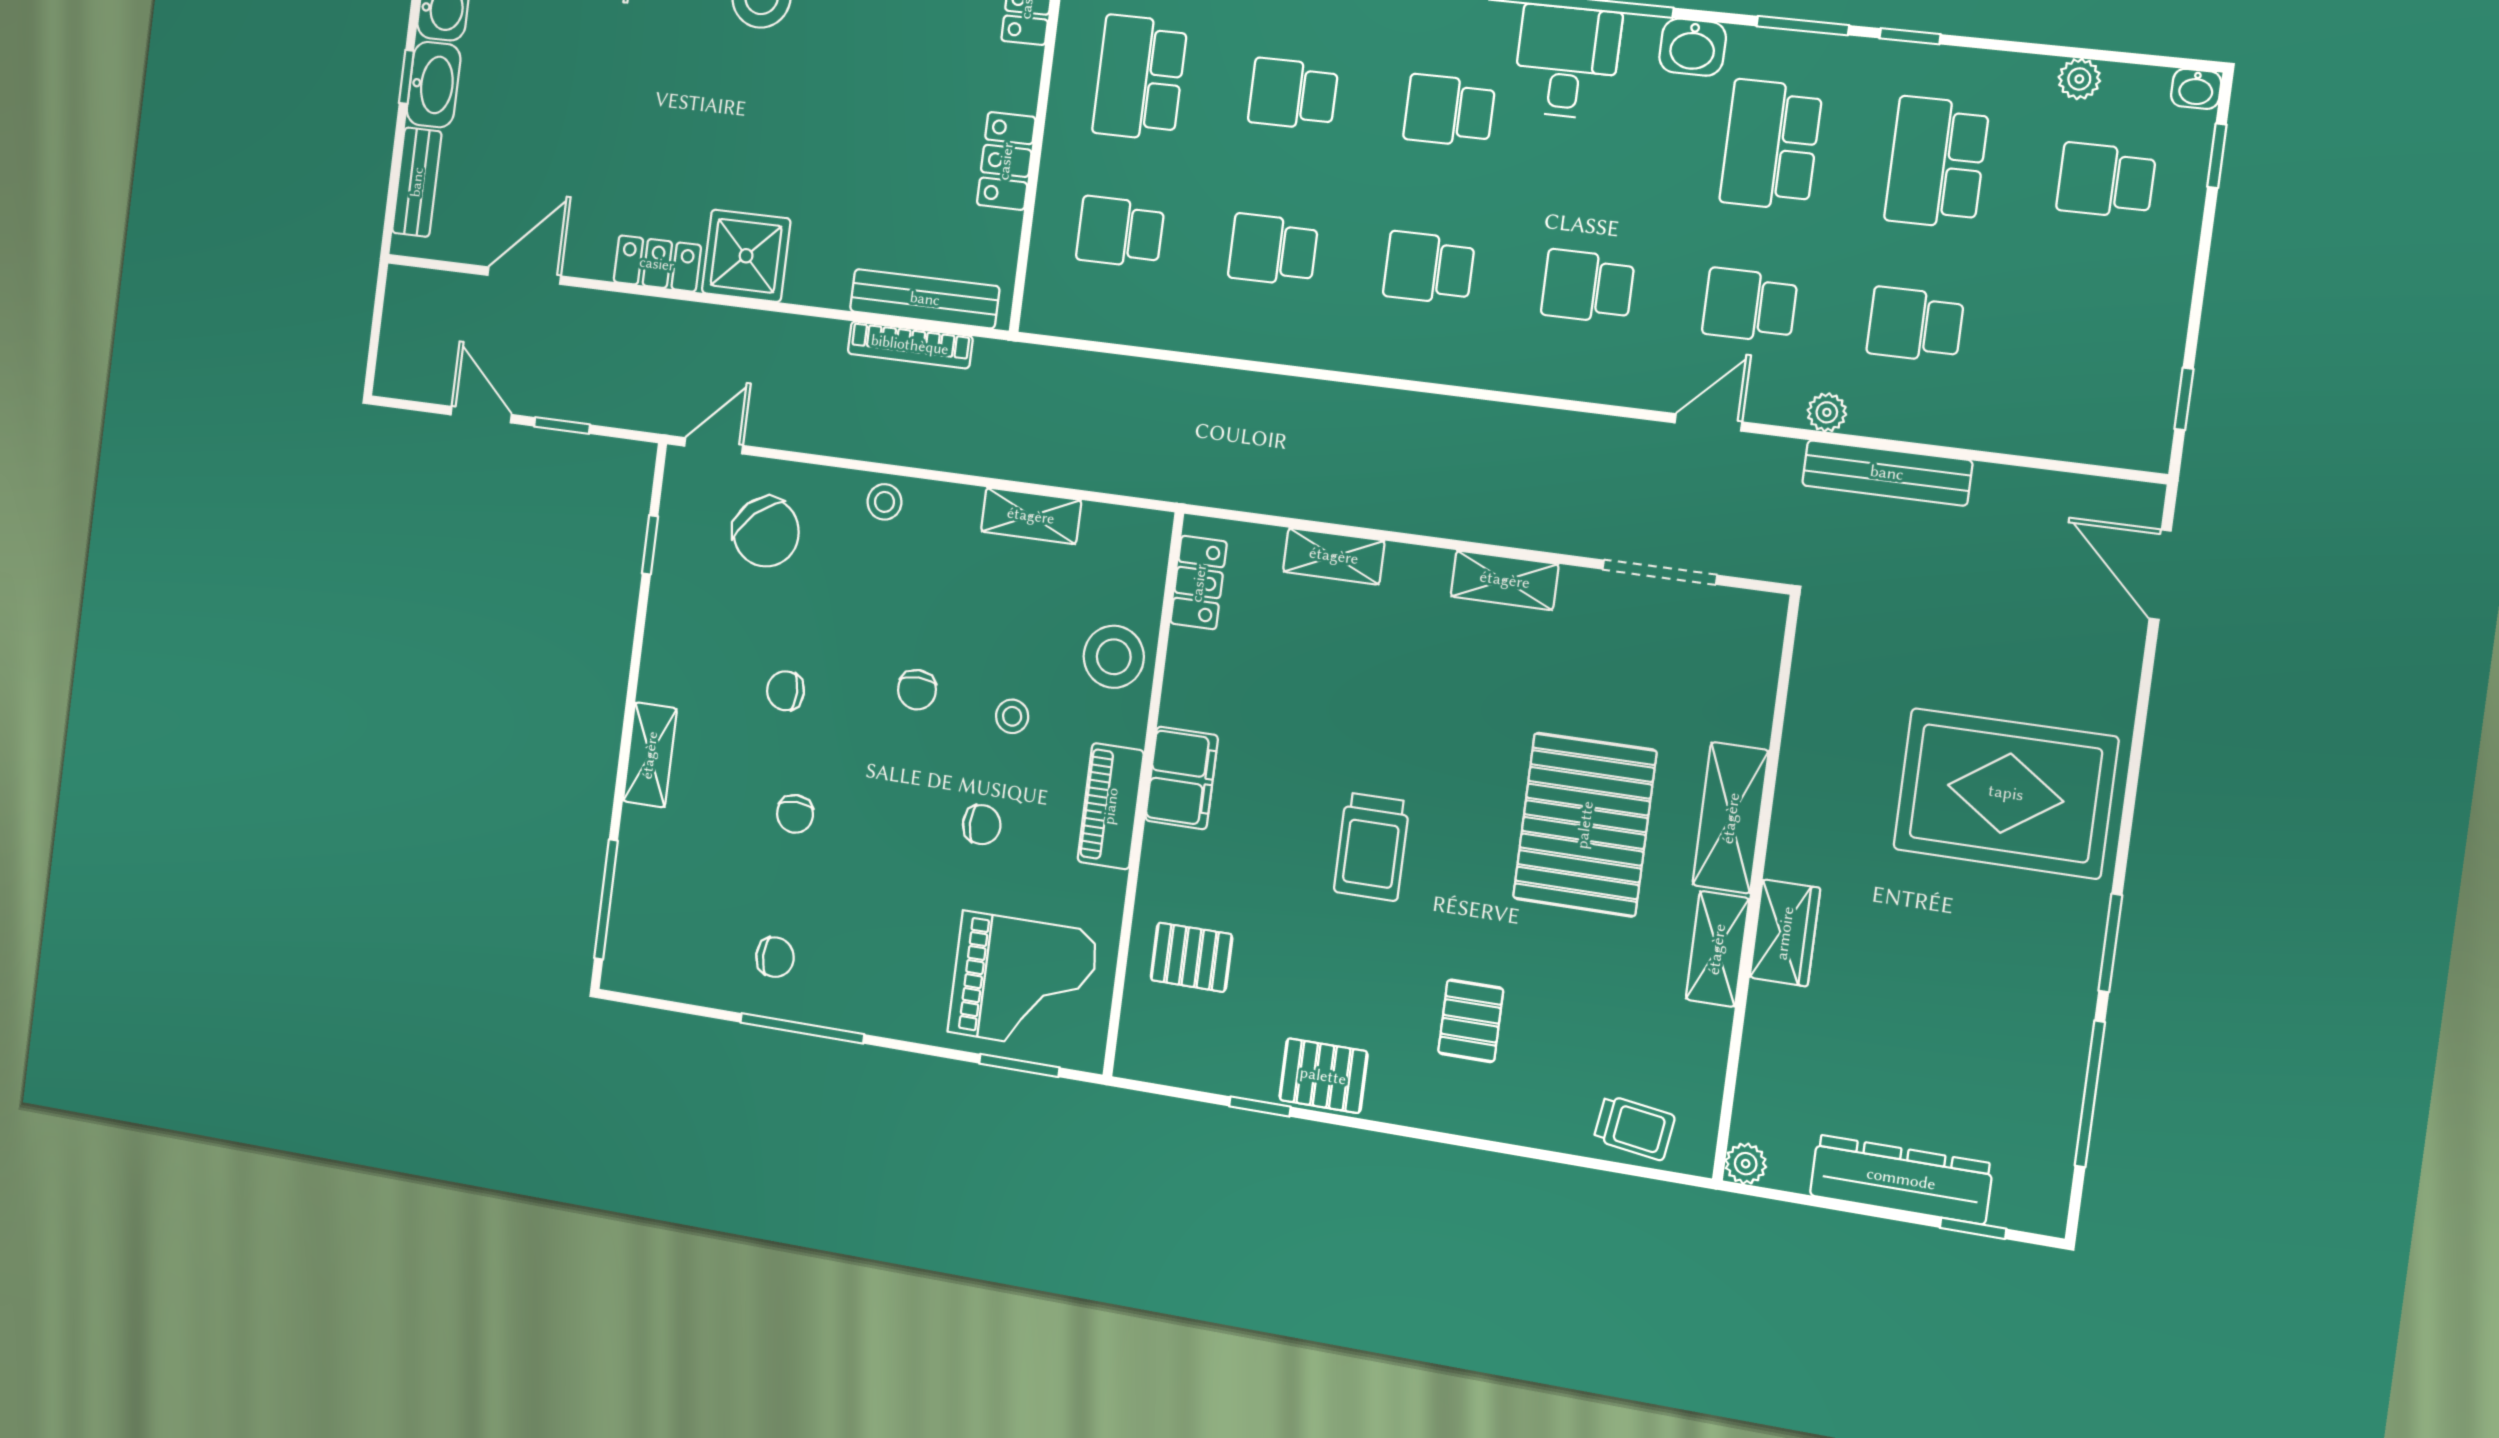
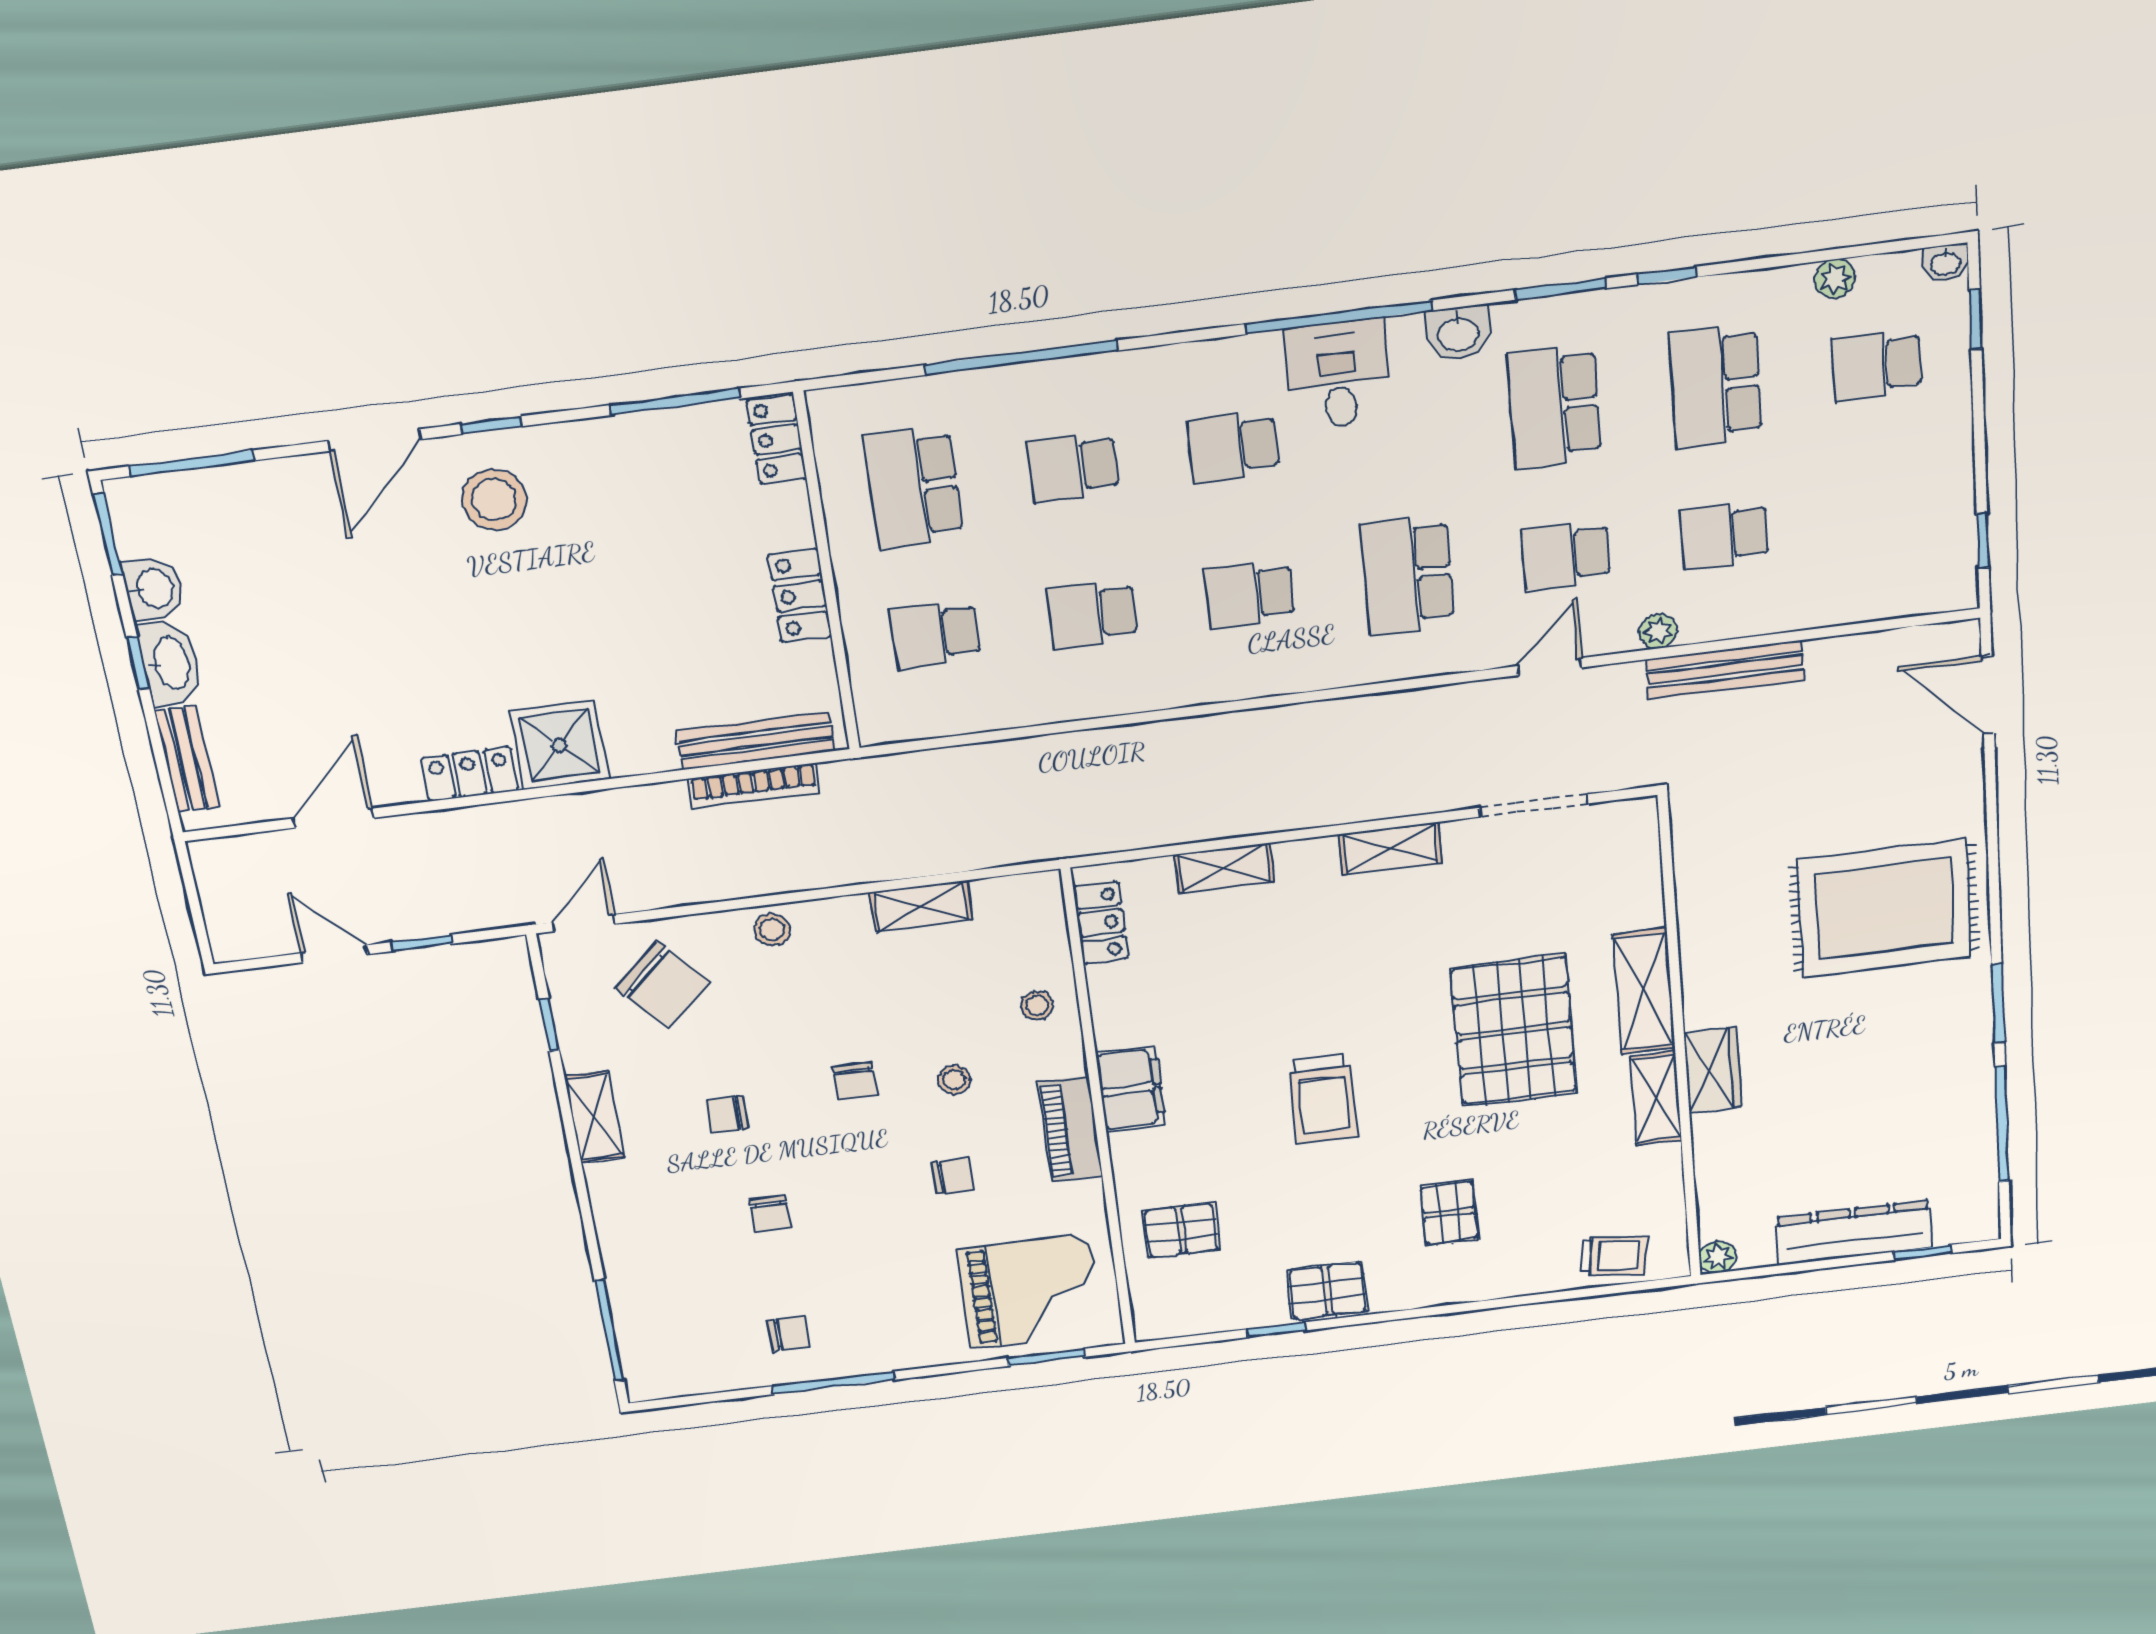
school desk: (1588, 286) -> (1408, 575), width x1.85
stool: (1114, 657) -> (1037, 1005), width x0.53, depth x0.53
shelving: (650, 755) -> (595, 1117), moved

